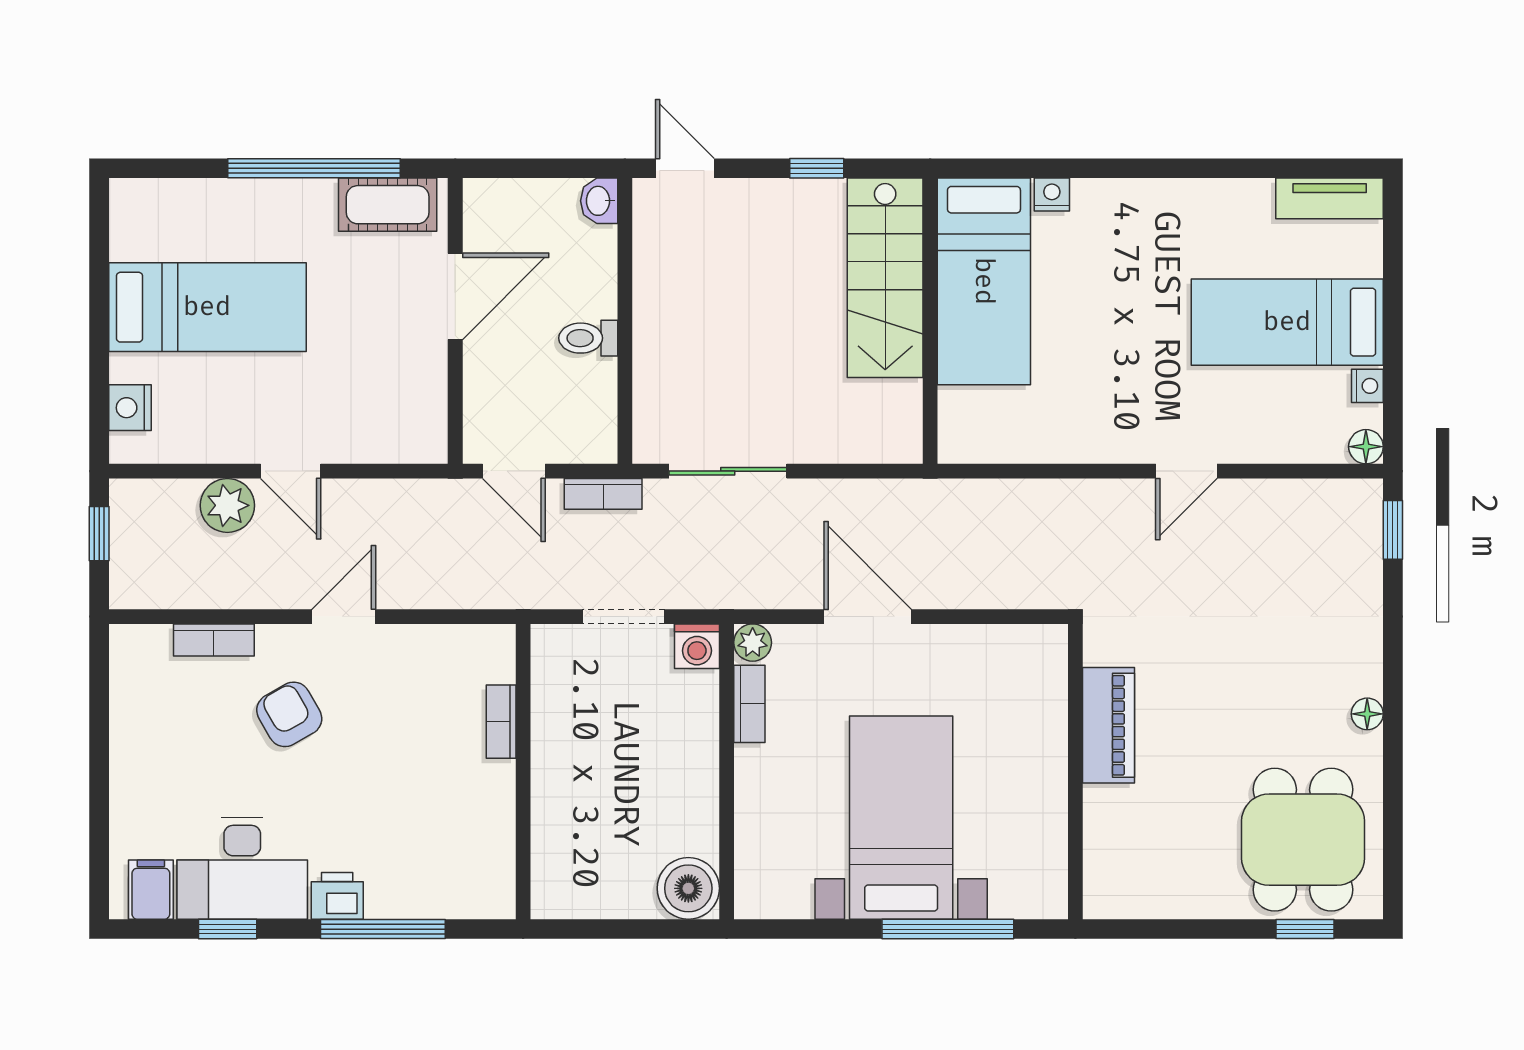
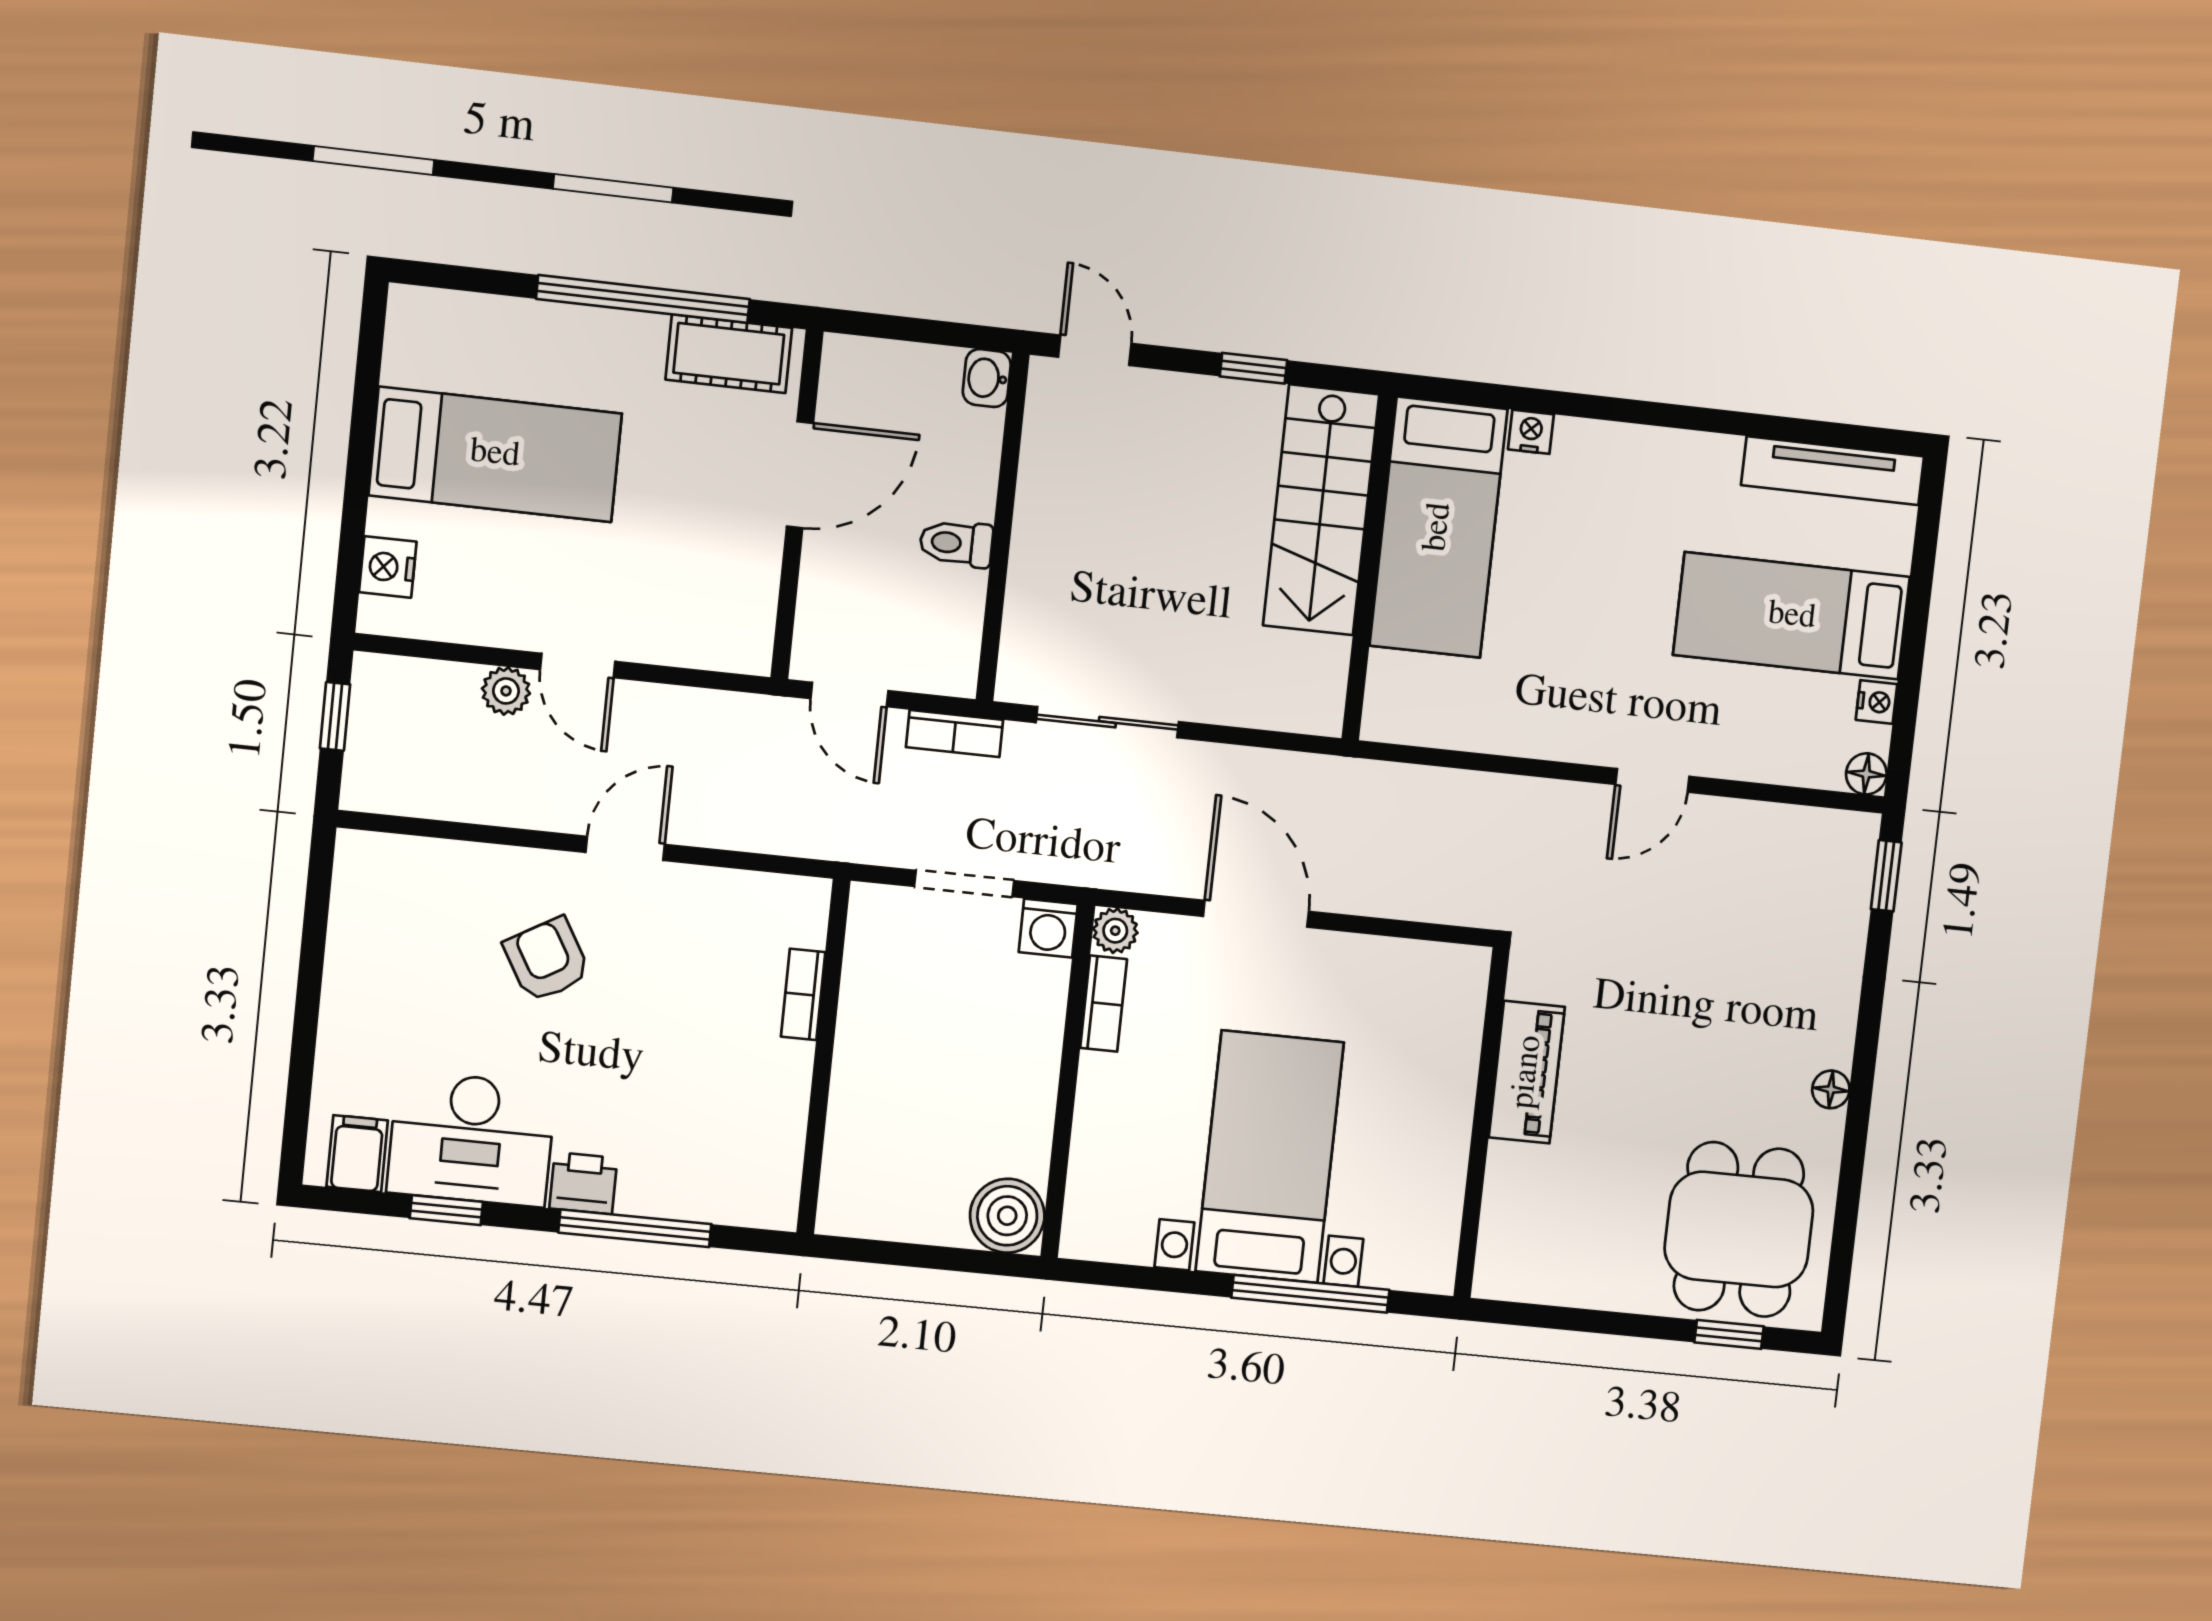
tv unit: (1330, 198) -> (1833, 471), width x1.41
plant: (227, 505) -> (506, 691), width x0.73, depth x0.73
bookcase: (214, 640) -> (464, 860), removed

